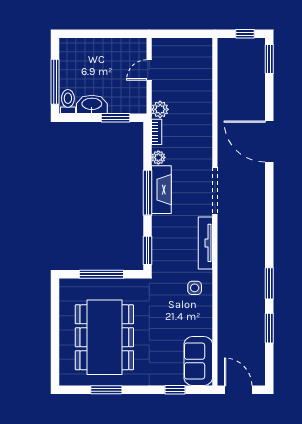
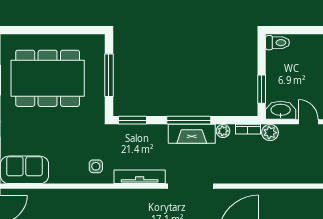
window: (55, 82) -> (297, 30), removed
washbasin: (92, 104) -> (281, 110), moved, turned -90

